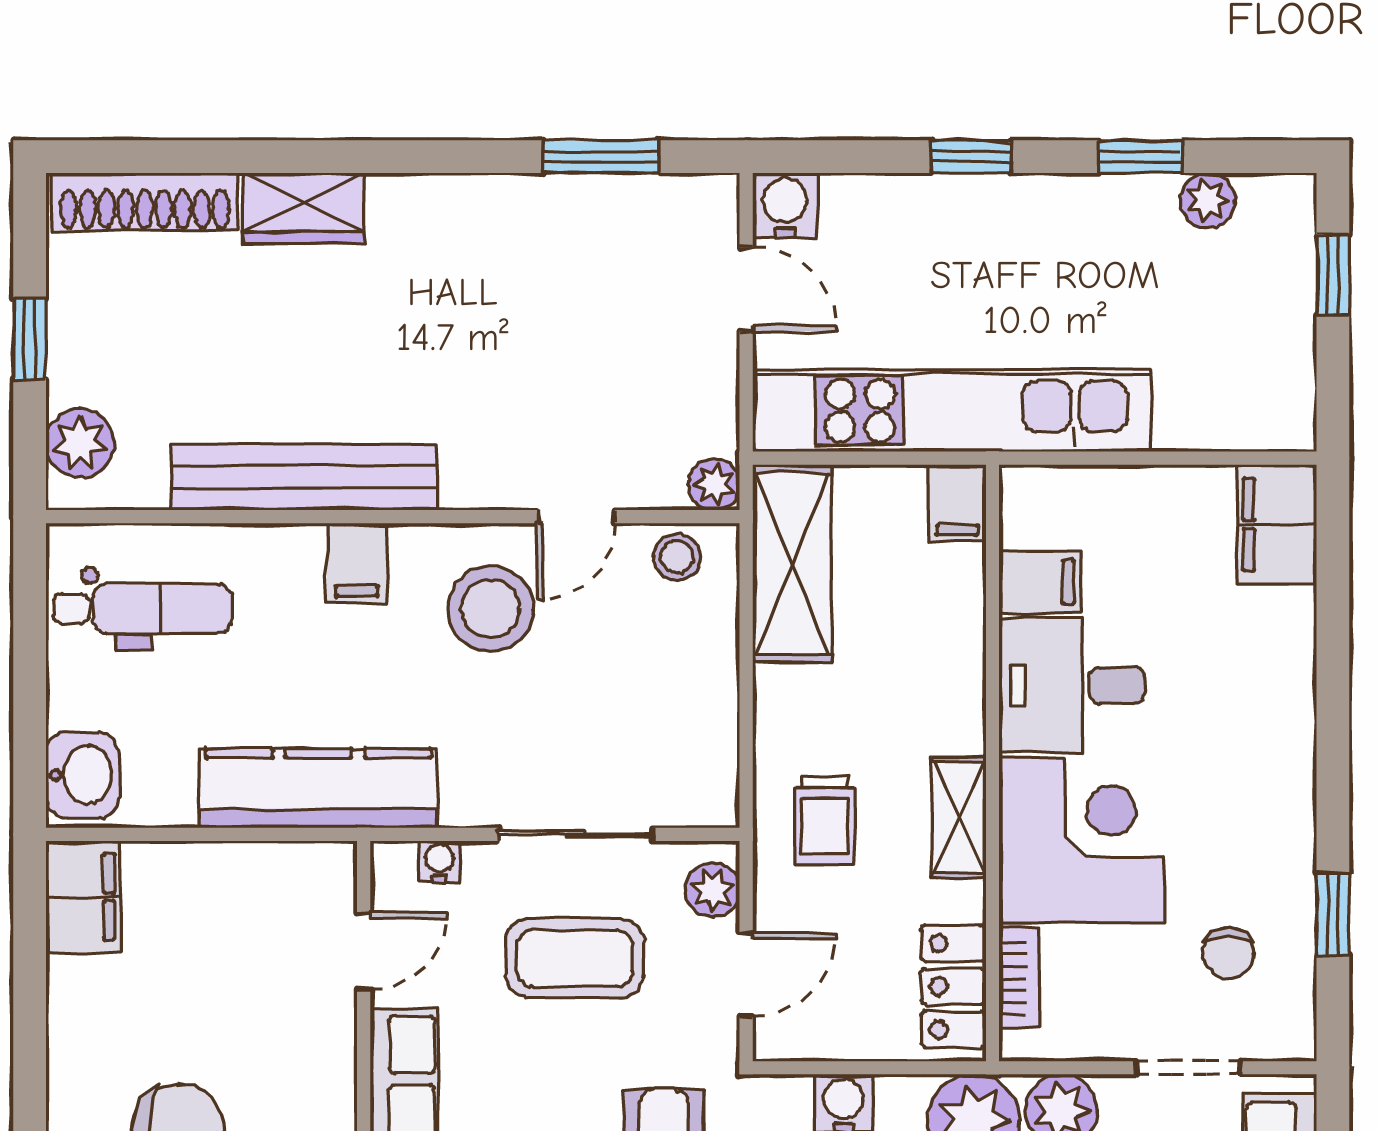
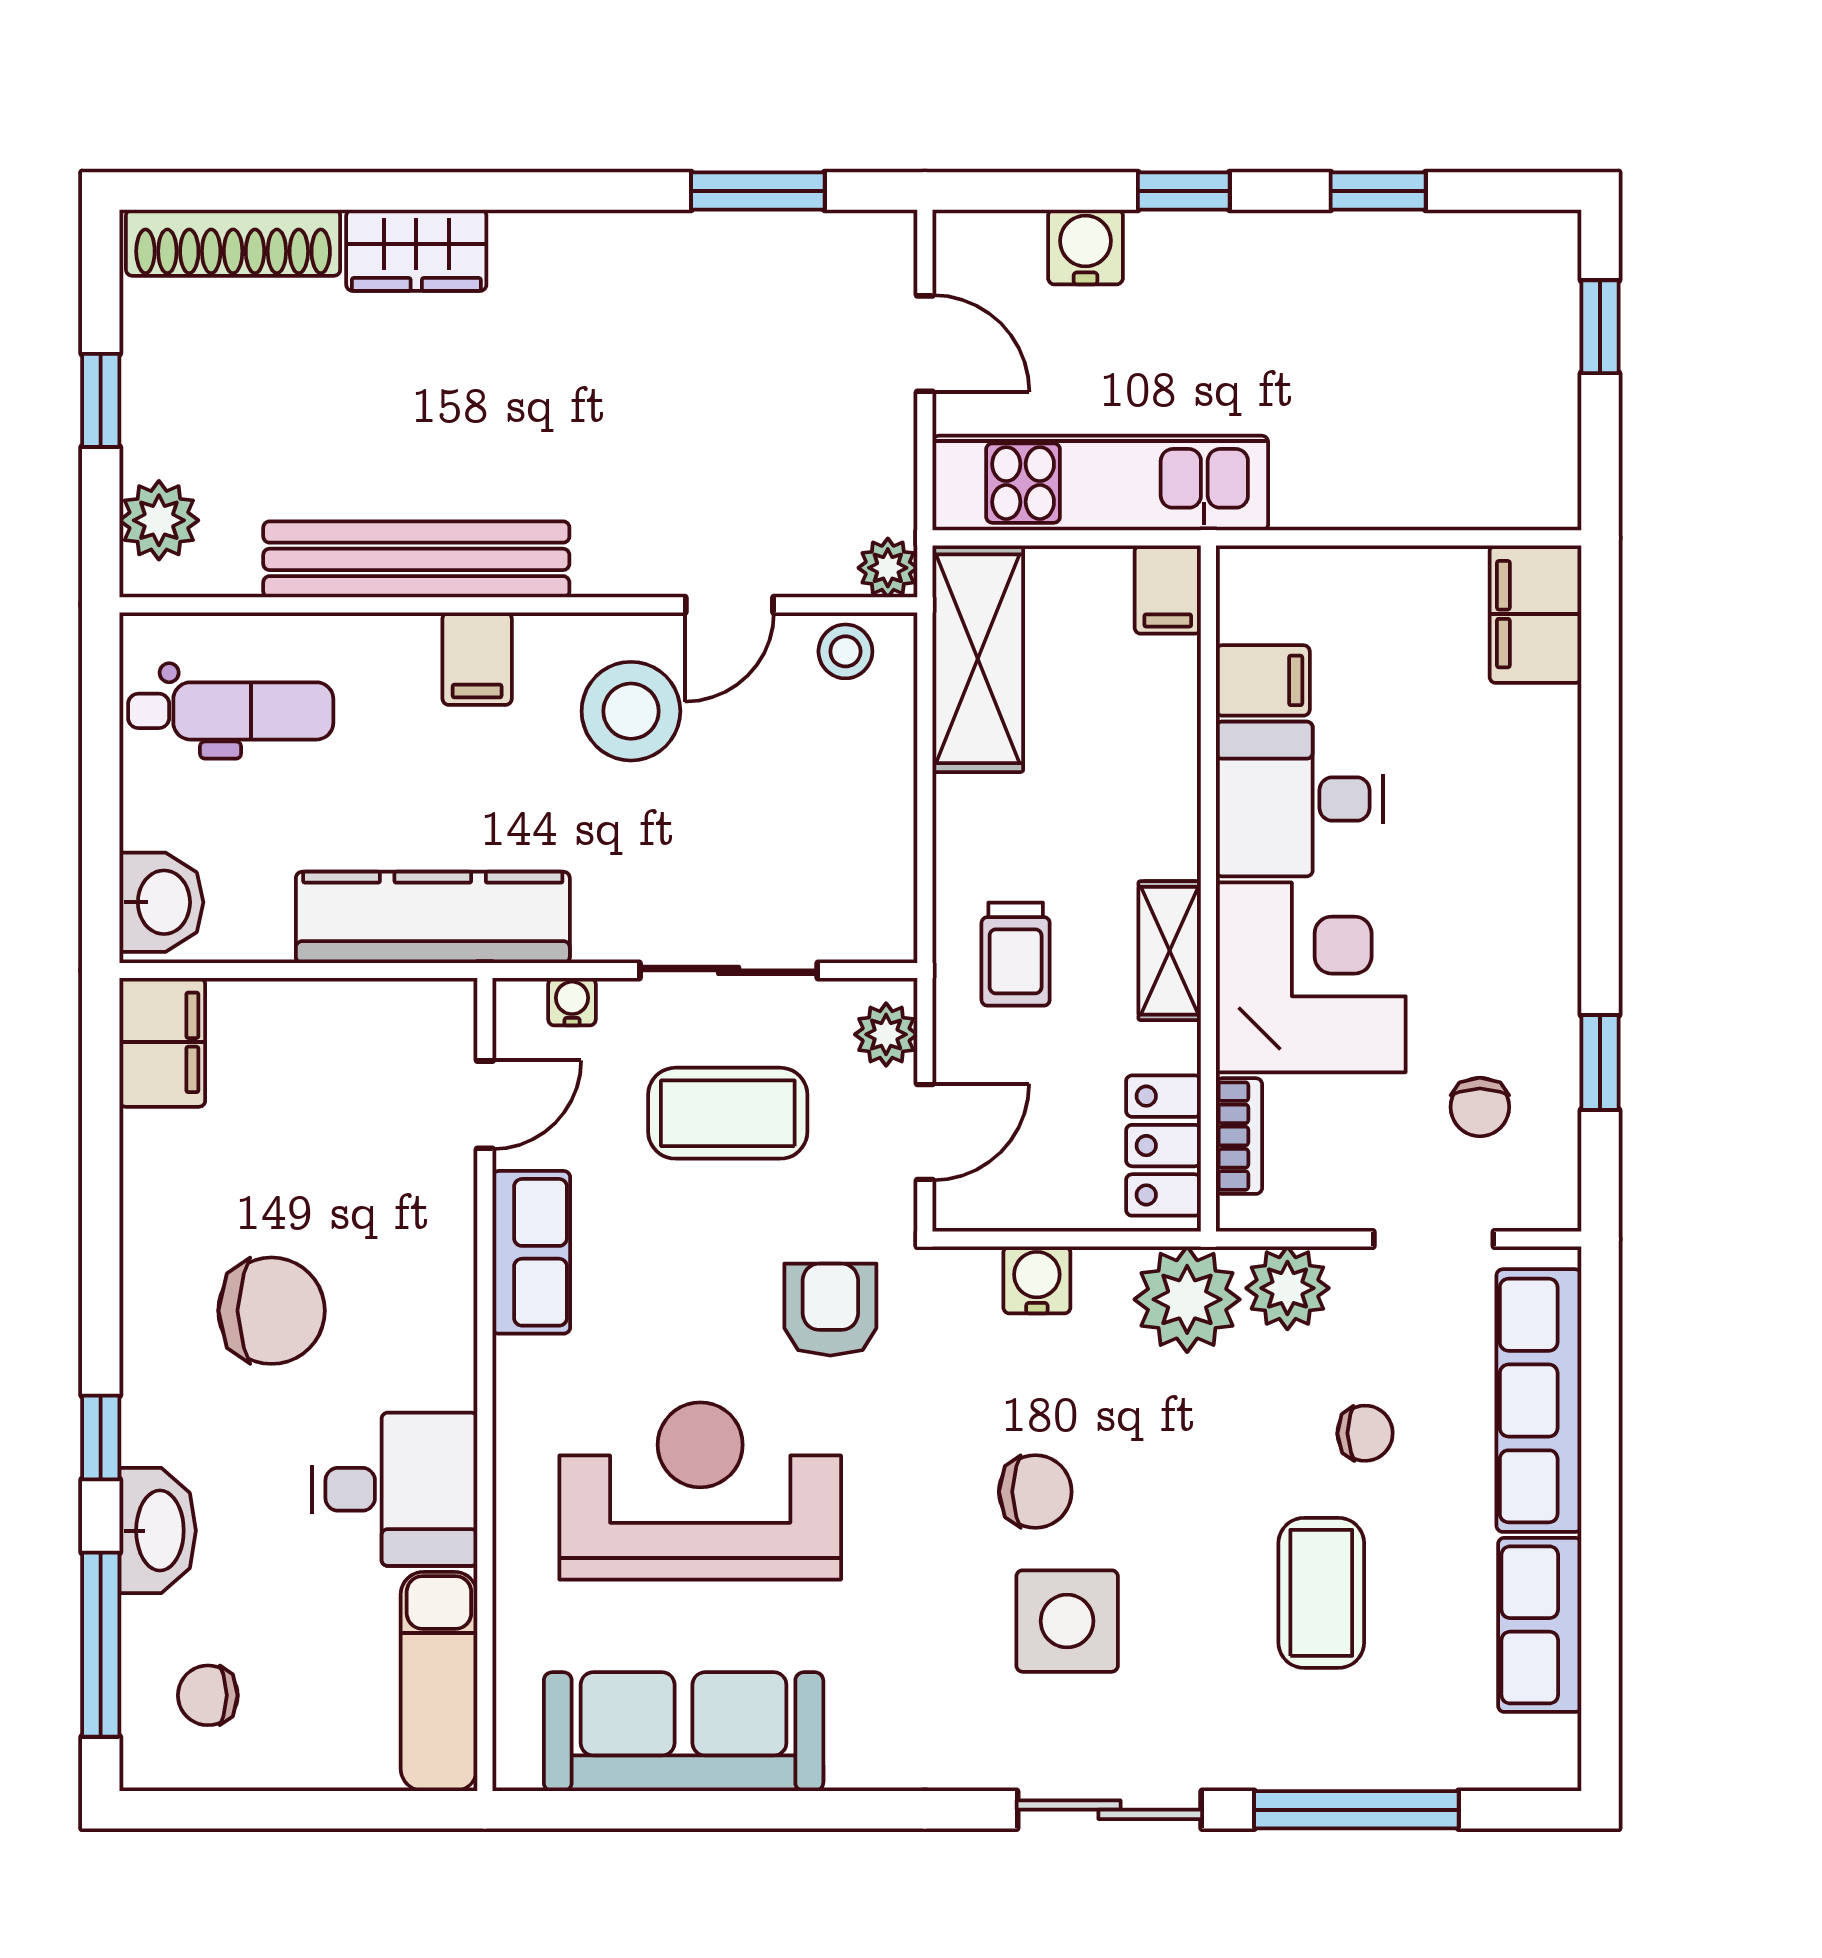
plant: (1208, 200) -> (1456, 241), removed
water cooler: (785, 205) -> (1085, 247), moved
kitchen unit: (952, 411) -> (1100, 483), width x0.73

